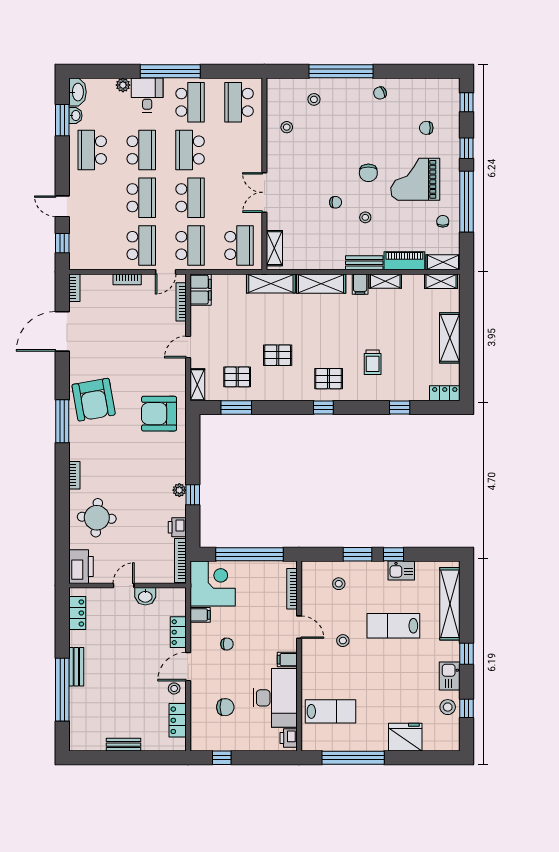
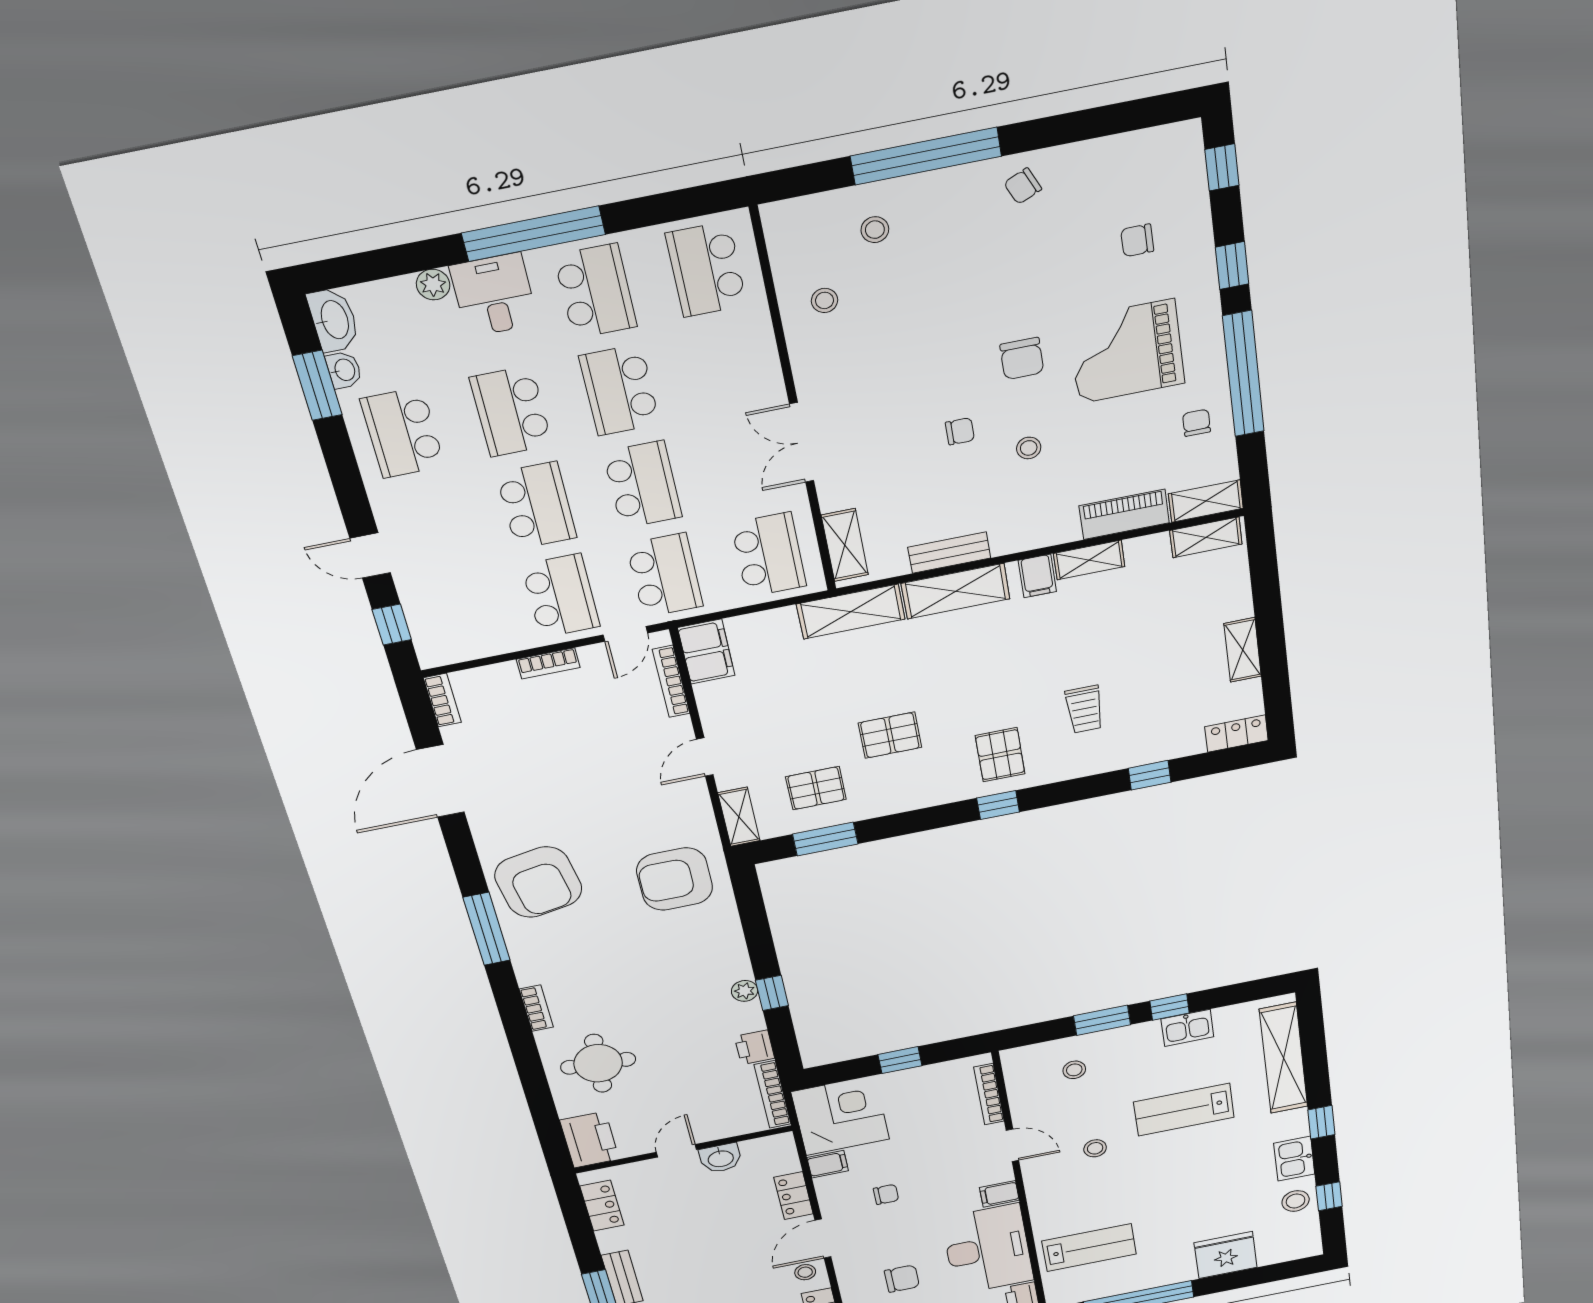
school desk: (141, 150) -> (511, 411), turned 180
bench: (364, 263) -> (949, 553), moved
shelving: (450, 338) -> (1243, 650), width x0.67, depth x0.75
pallet: (329, 379) -> (1000, 755), turned 90
window: (250, 554) -> (900, 1060), width x0.32

